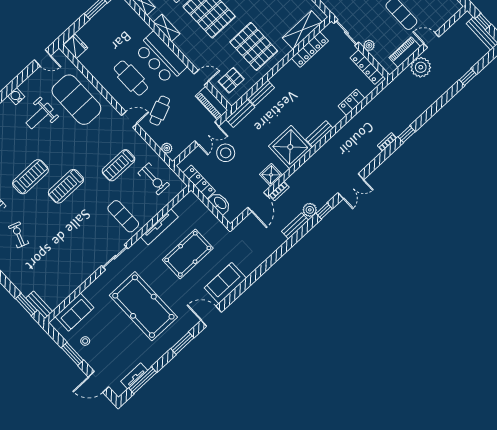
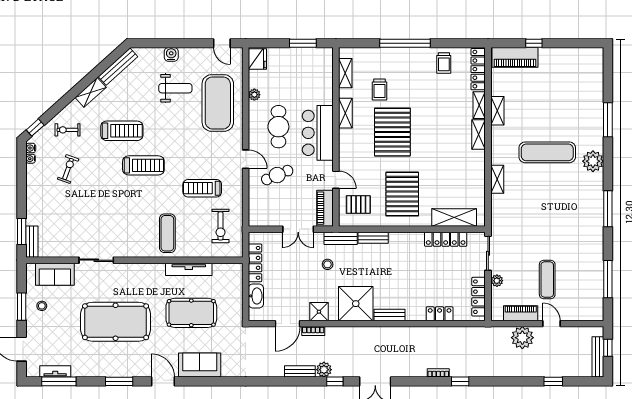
weight bench: (40, 116) -> (175, 88), turned 180
plant: (167, 148) -> (254, 95), moved
stool: (226, 153) -> (328, 264), moved, width x0.53, depth x0.53
treadmill: (66, 186) -> (143, 165), turned 180
sliding door: (115, 257) -> (96, 260), moved
pool table: (143, 306) -> (116, 322), turned 90

